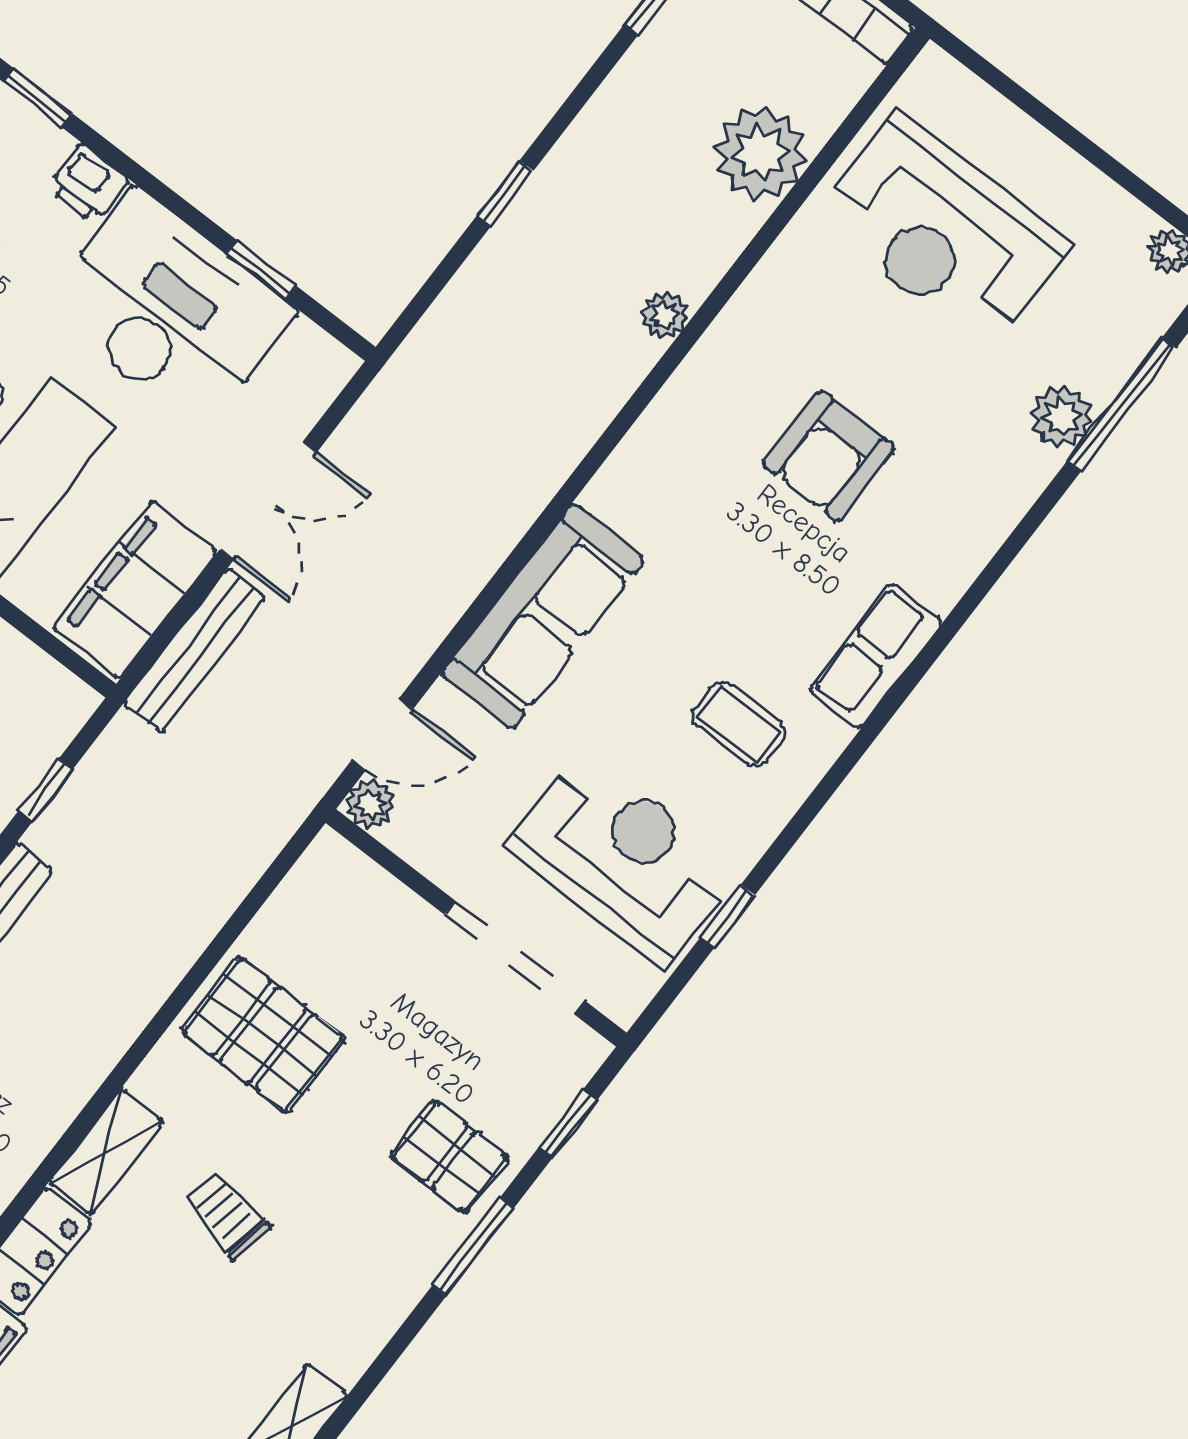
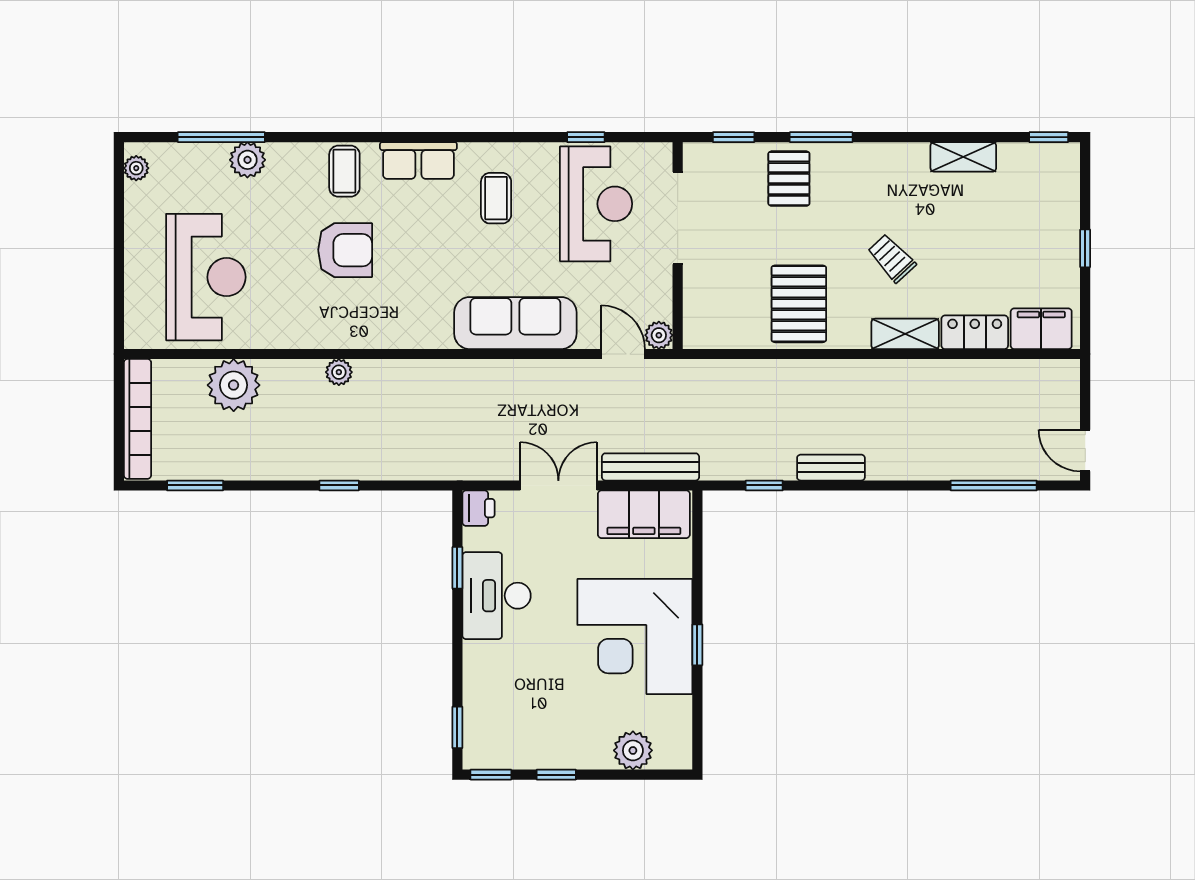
printer: (88, 184) -> (478, 508), moved
desk: (169, 309) -> (497, 596), width x0.73, depth x0.77
coffee table: (941, 541) -> (344, 171), added
reception desk: (623, 858) -> (596, 204), turned 180
trolley: (227, 1215) -> (892, 258), turned 125

